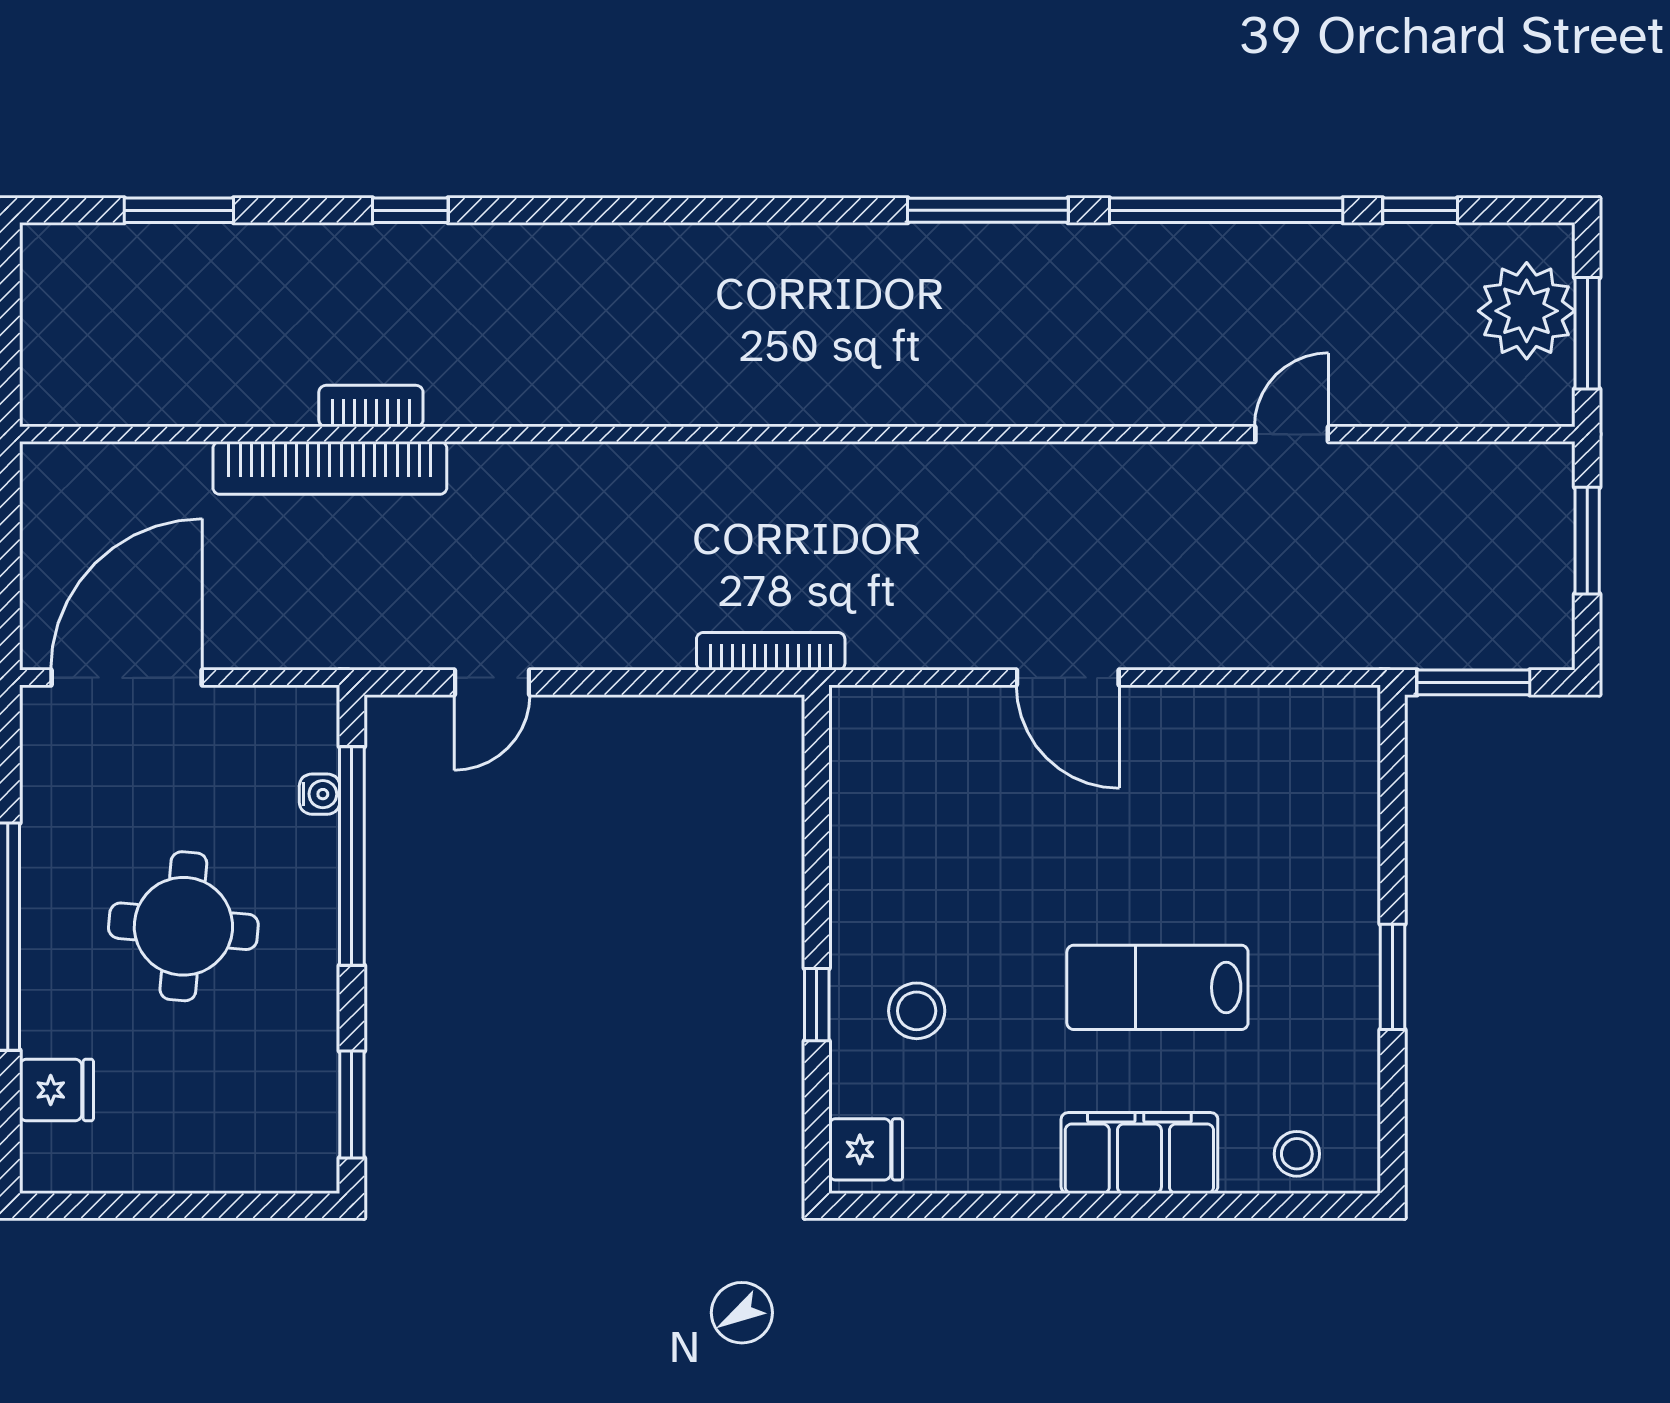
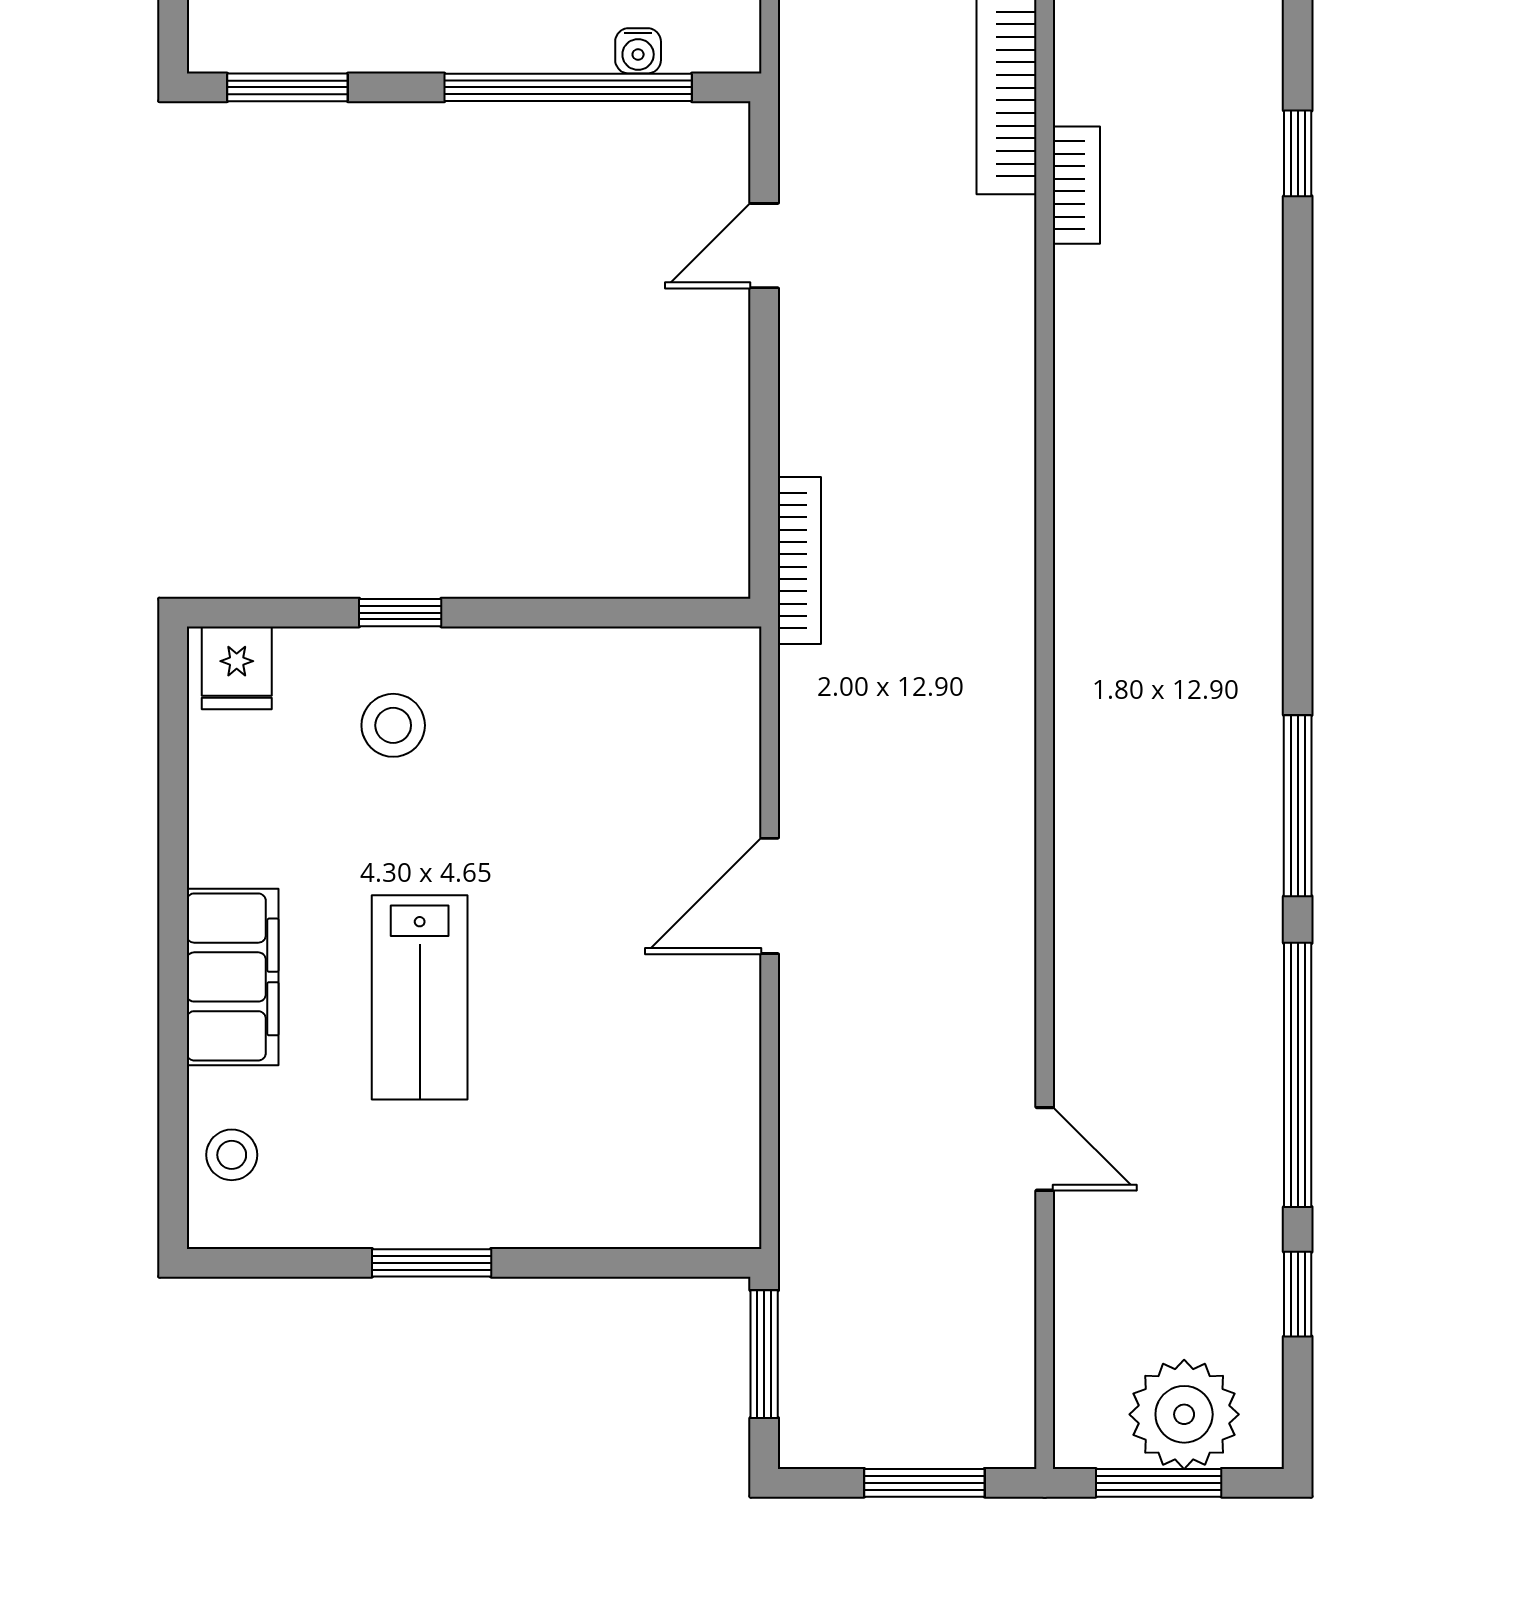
bookcase: (371, 406) -> (1076, 185), moved
door: (492, 682) -> (764, 246), hinge flipped
lab bench: (1157, 987) -> (420, 997), turned 180

